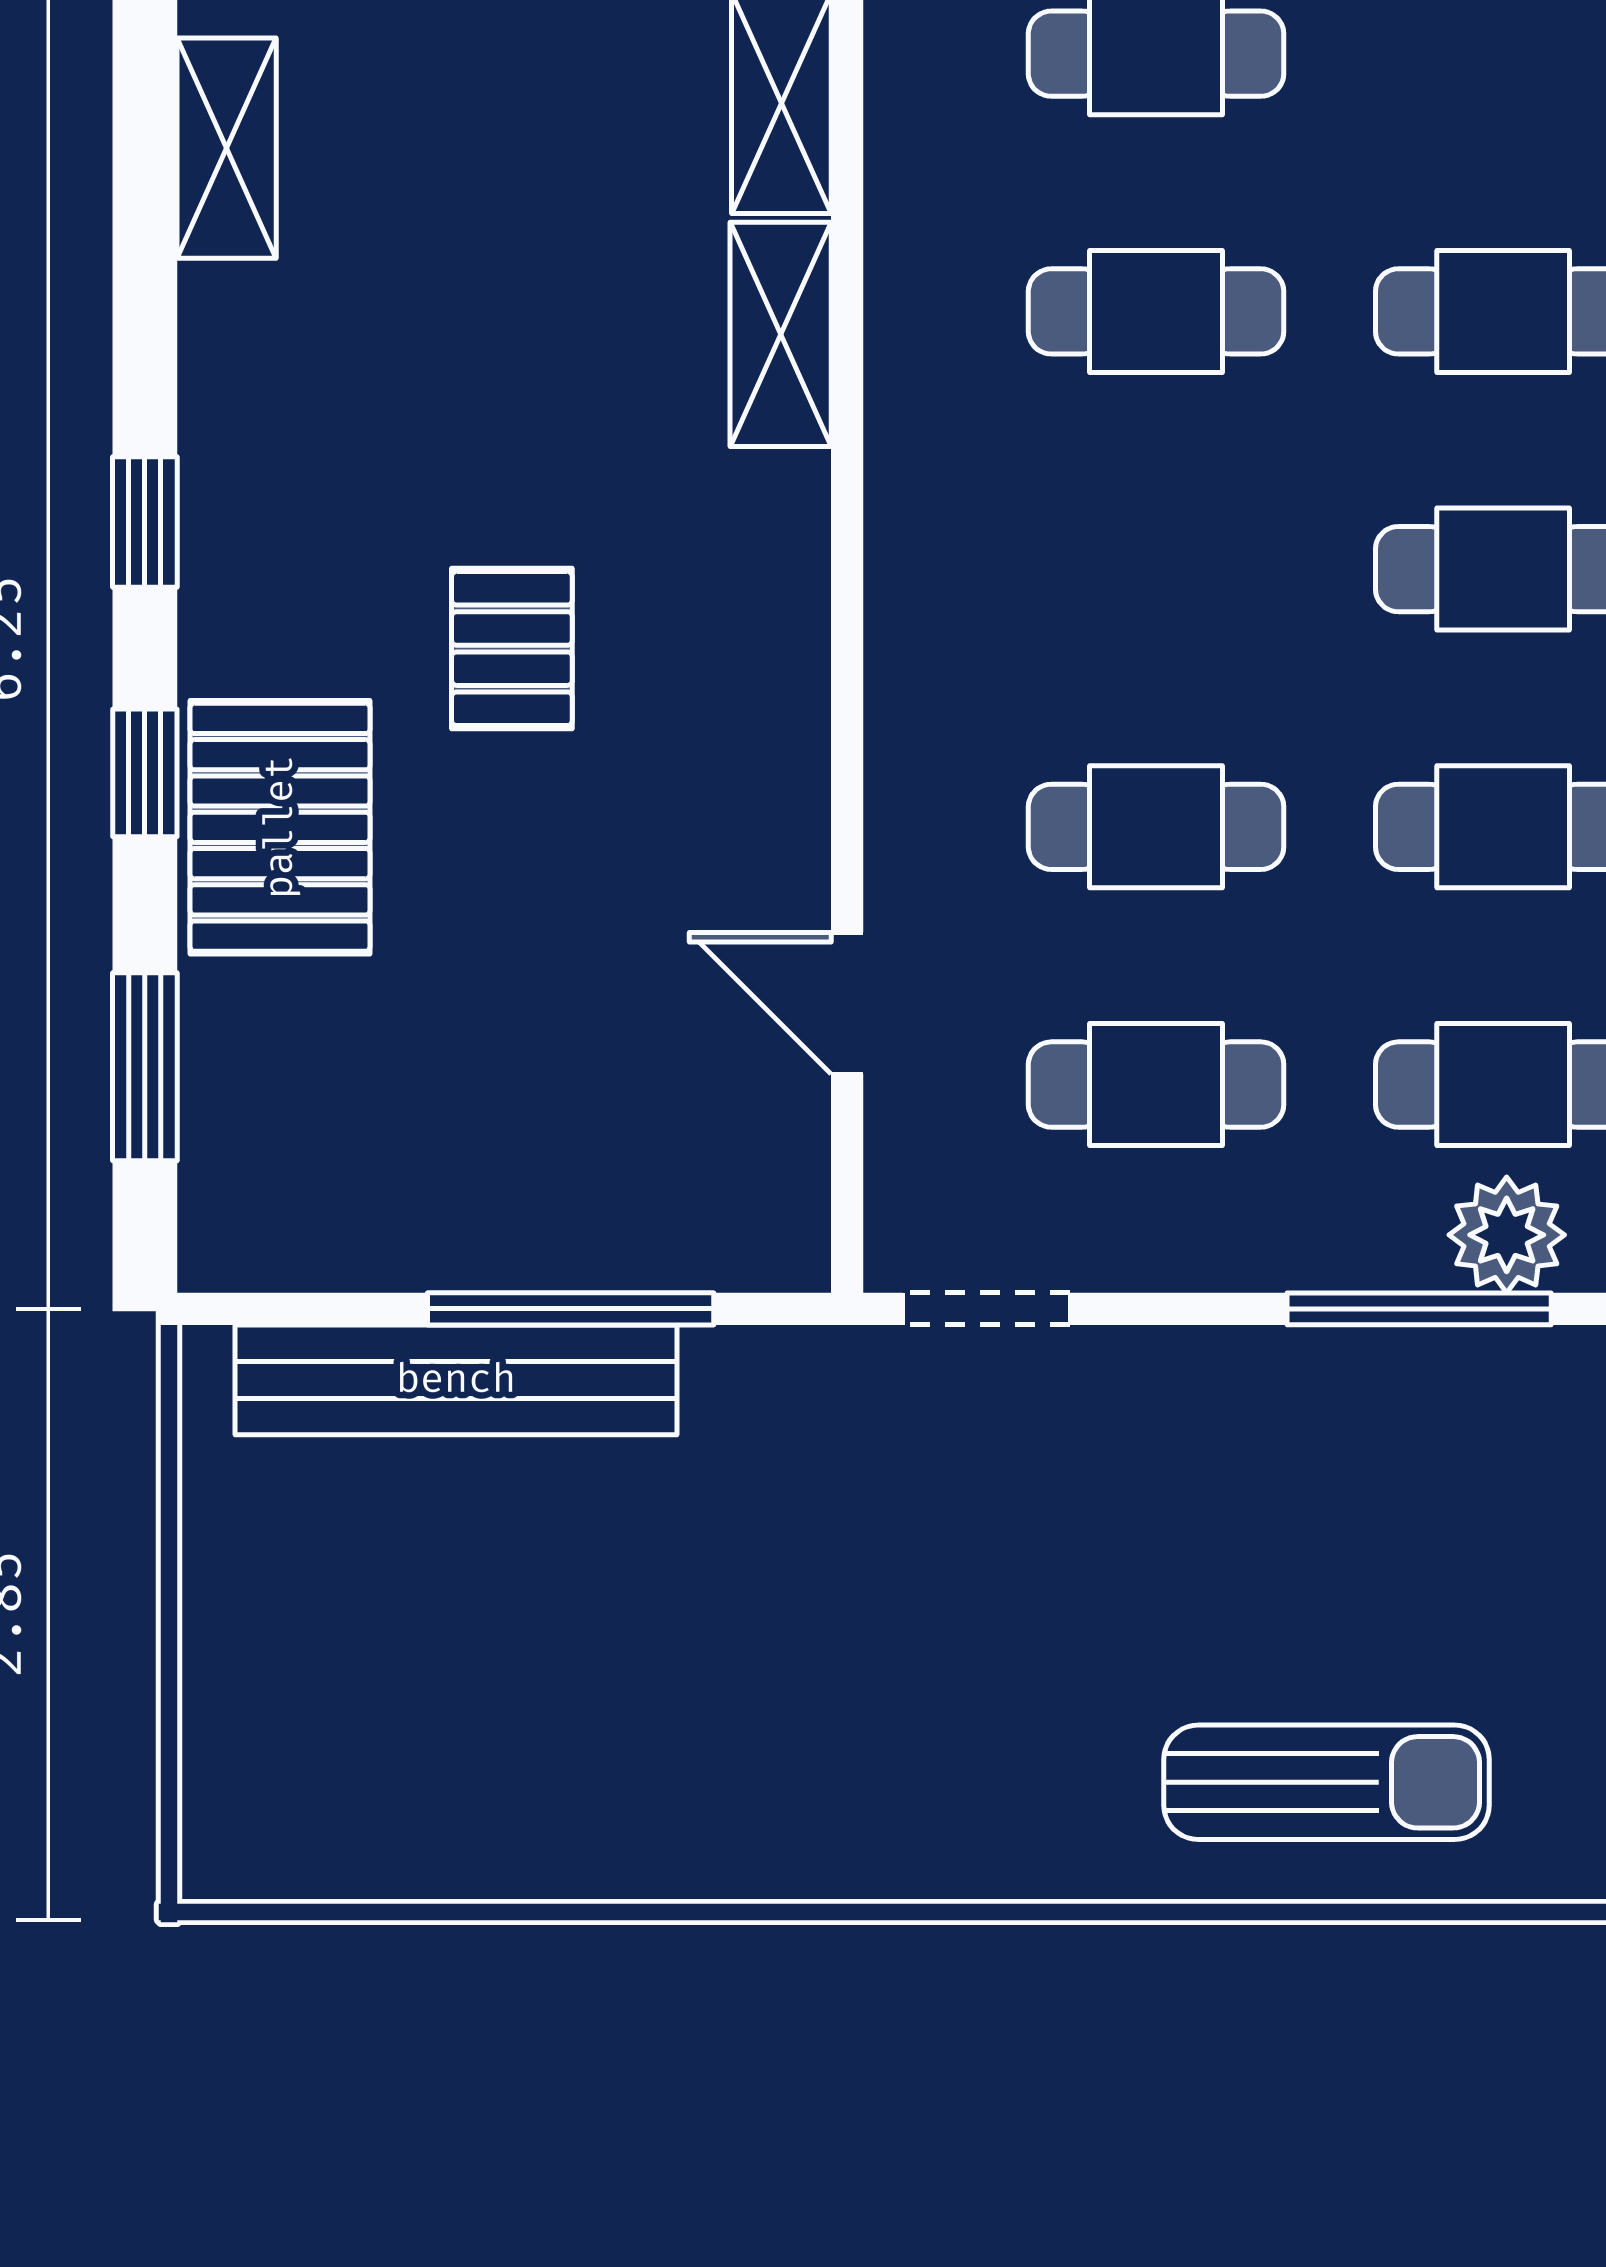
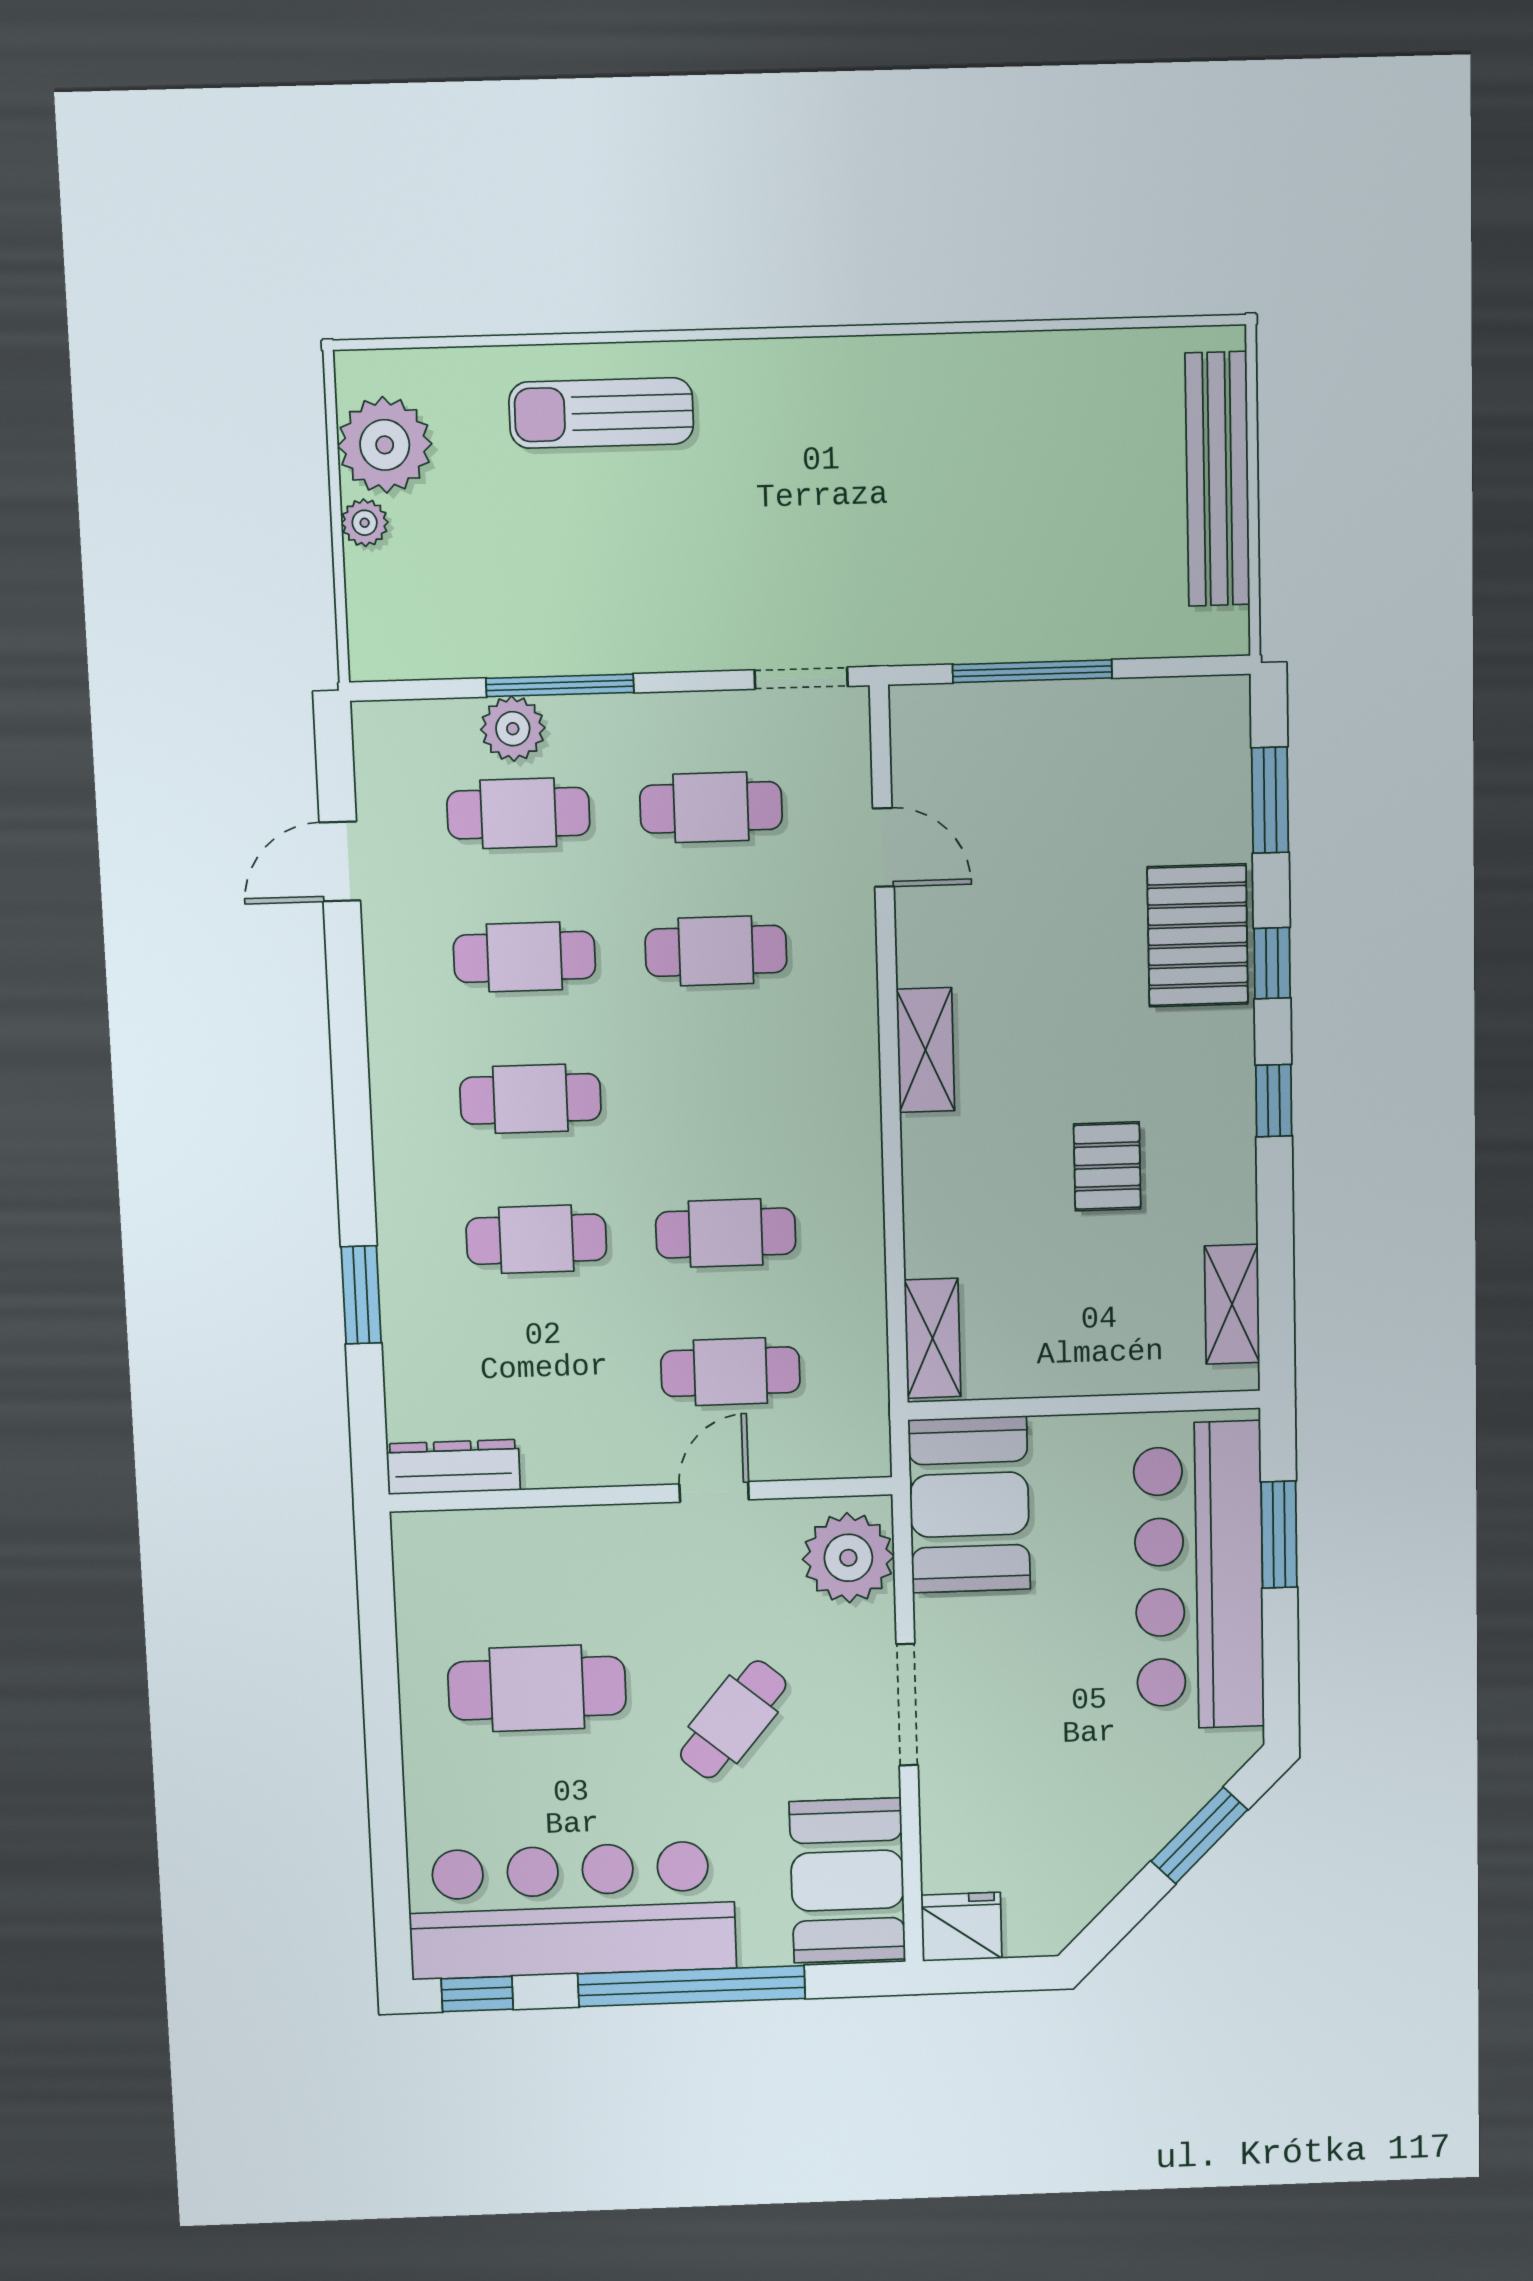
shelving: (781, 334) -> (925, 1050), moved
pallet: (512, 649) -> (1107, 1166), moved
bench: (456, 1380) -> (1218, 479), moved, turned 90

